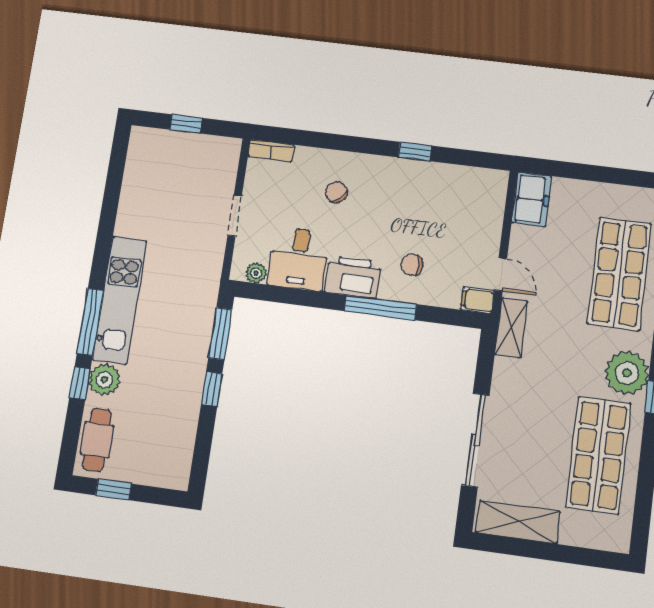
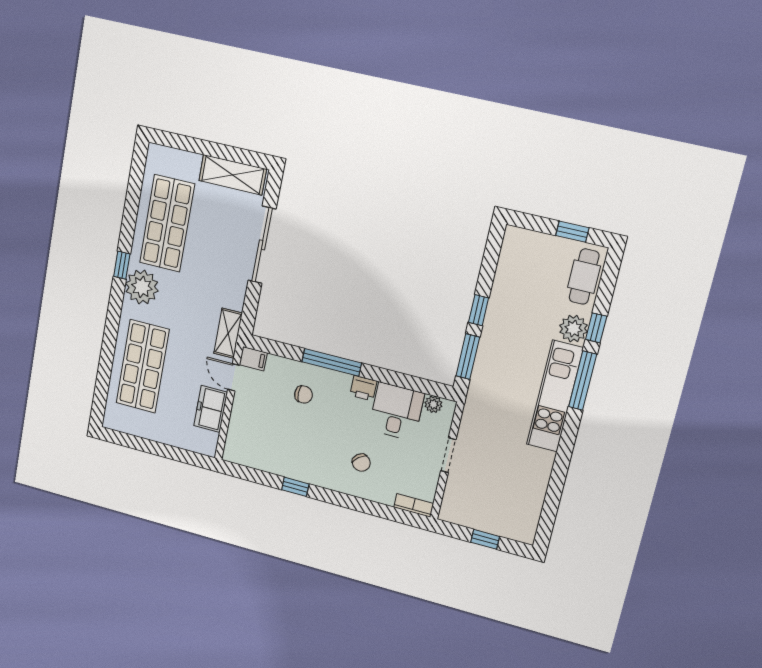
freezer: (532, 199) -> (211, 409), moved
printer: (353, 277) -> (363, 388), width x0.53, depth x0.68

